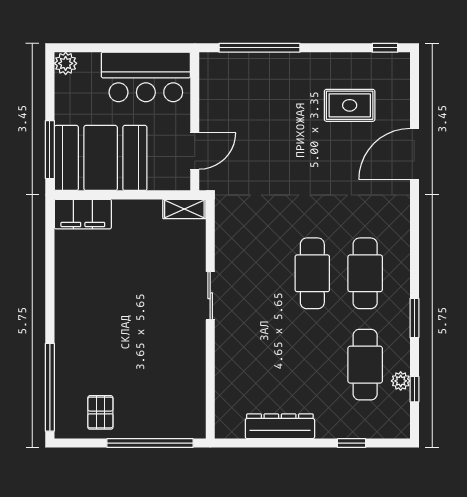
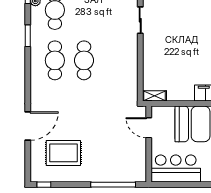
rug: (350, 105) -> (63, 153), width x1.36, depth x1.43
door: (195, 151) -> (149, 128), hinge flipped
sliding door: (210, 296) -> (140, 20), moved

